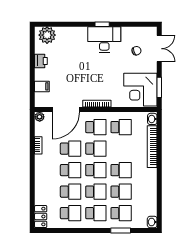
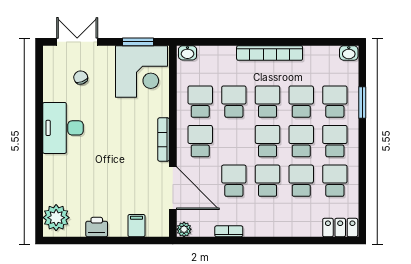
window: (102, 24) -> (39, 131), removed
bookcase: (152, 147) -> (270, 53), moved
school desk: (96, 149) -> (234, 102), moved

